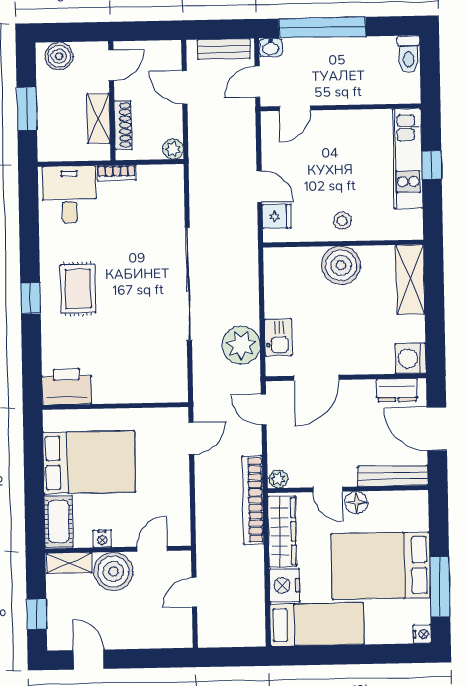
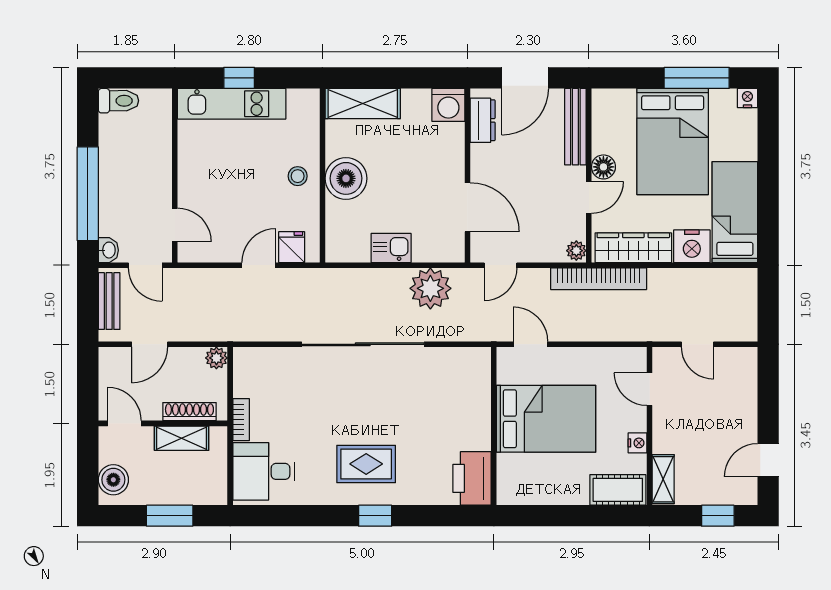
kitchen sink: (278, 337) -> (391, 248), moved
bed: (89, 462) -> (546, 419), moved, turned 90
boiler: (113, 571) -> (673, 432), removed

